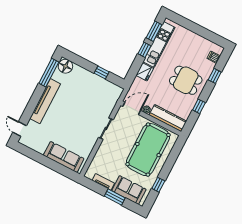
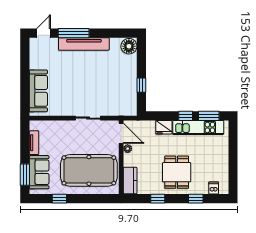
window: (49, 73) -> (74, 33), moved
kitchen counter: (168, 118) -> (130, 181), width x0.67
window: (115, 197) -> (25, 175), moved

